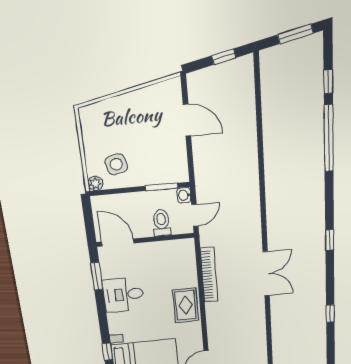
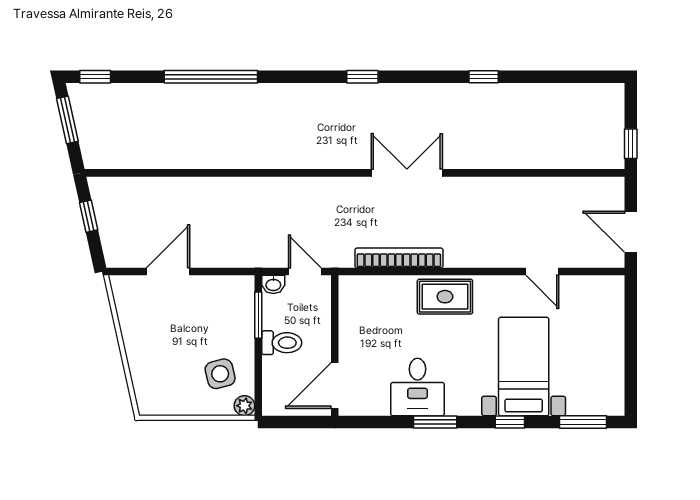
window: (328, 82) -> (95, 77), moved
toilet: (161, 223) -> (282, 343), moved, turned 180
window: (97, 276) -> (435, 422), moved

